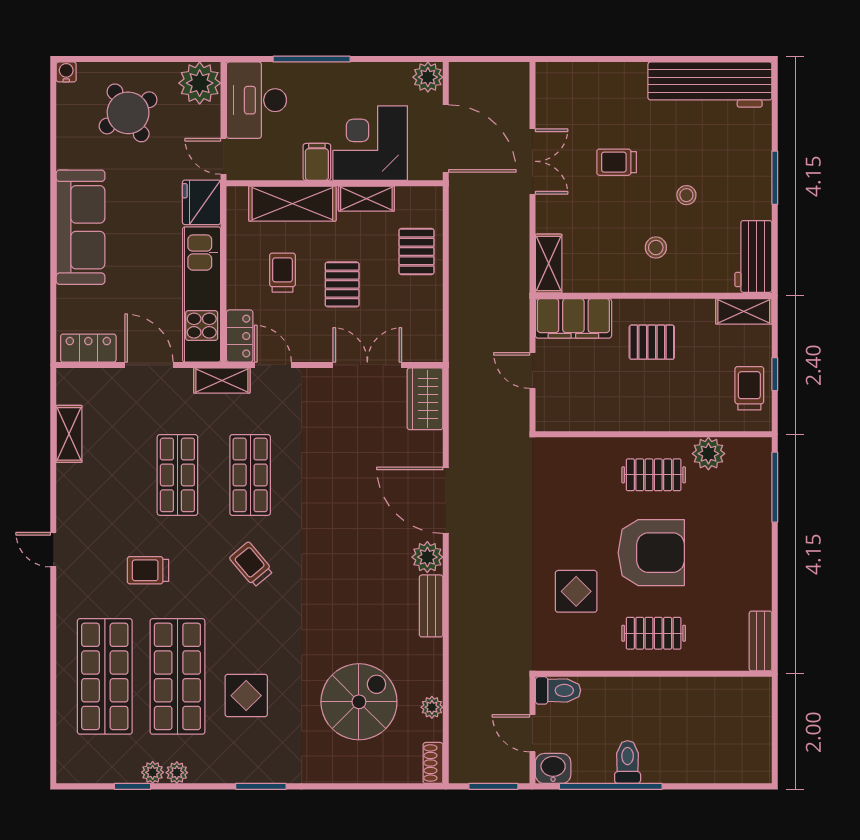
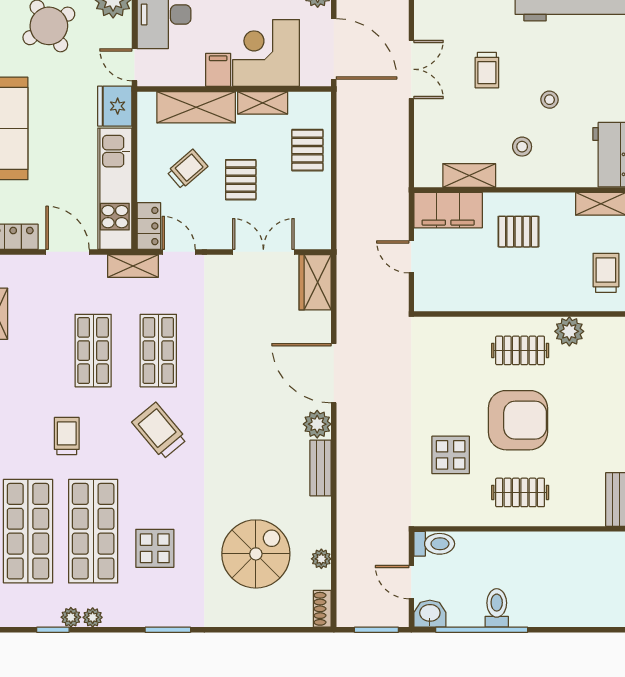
trolley: (617, 162) -> (487, 70), turned -90
shelving: (549, 263) -> (469, 175), moved, turned 90
trolley: (282, 273) -> (187, 169), turned 49
trolley: (251, 564) -> (159, 431), width x1.36, depth x1.39
trolley: (148, 570) -> (67, 436), turned 90

